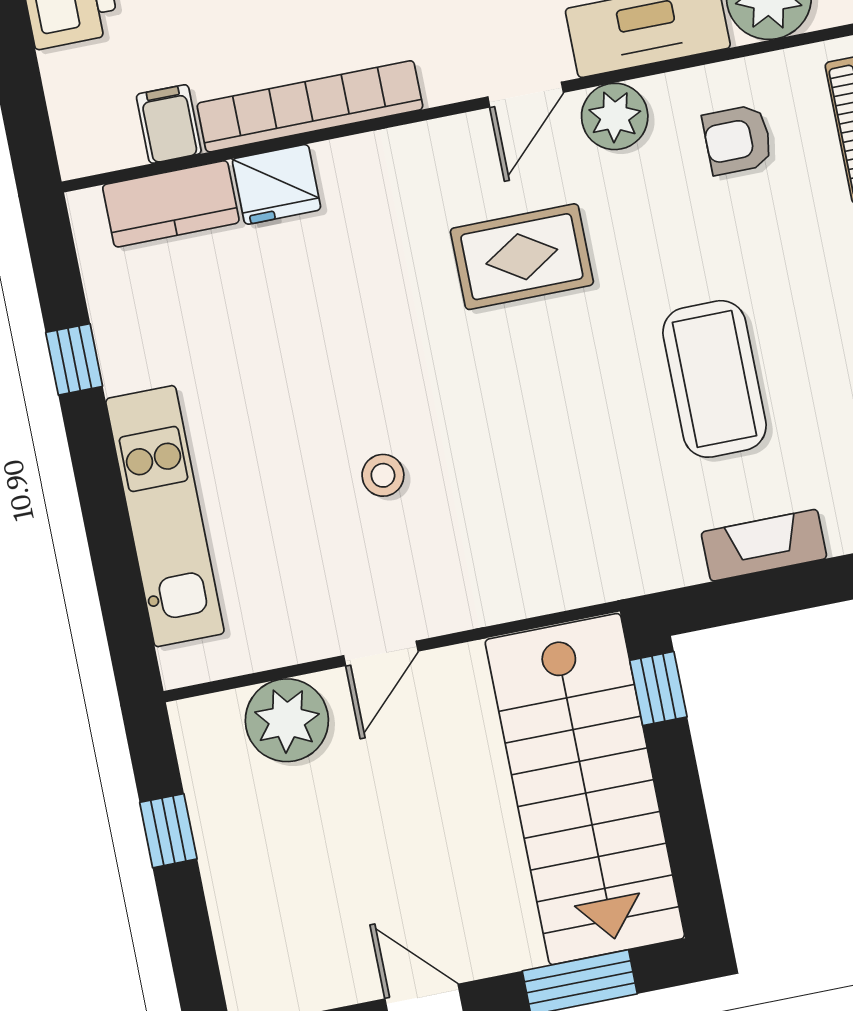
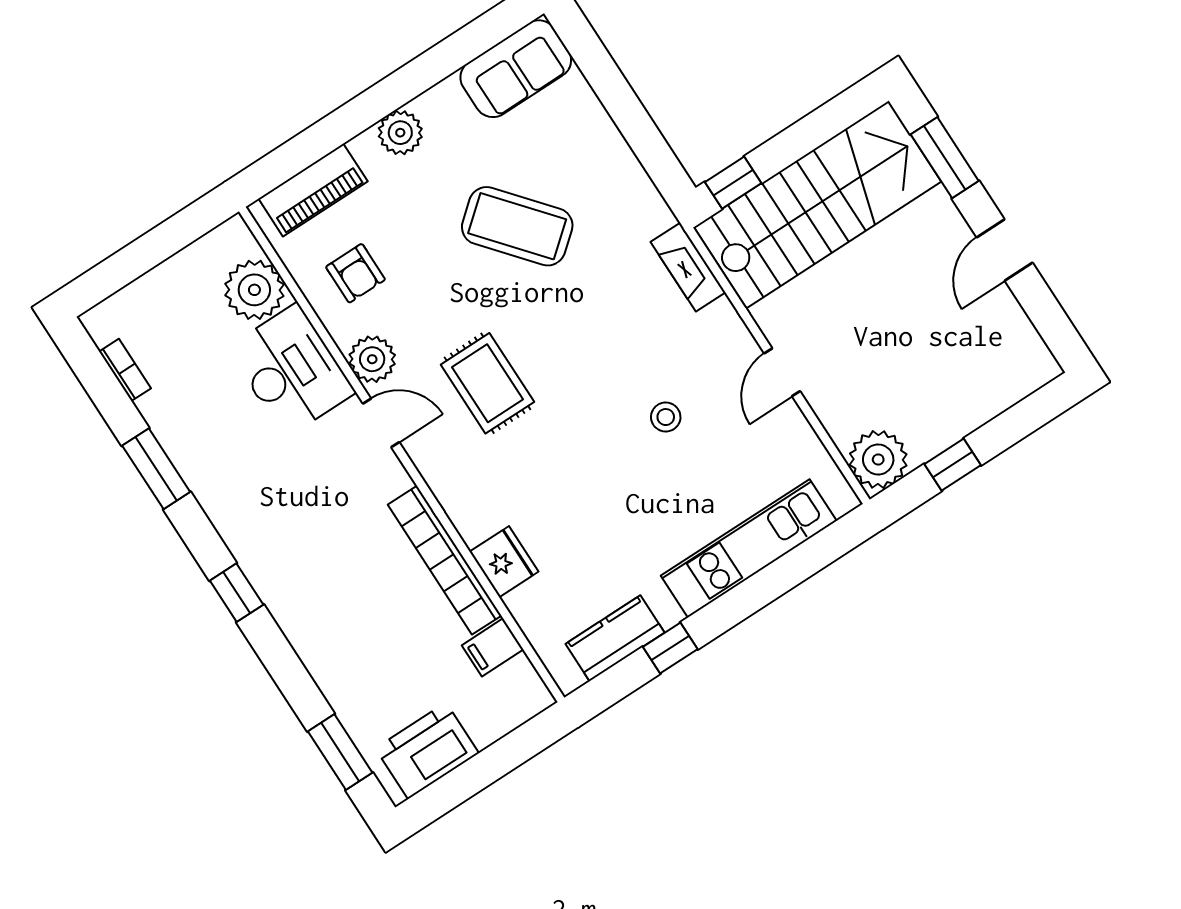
kitchen counter: (171, 204) -> (615, 638), moved, turned -90
coffee table: (714, 379) -> (517, 226), turned 50
fireplace: (764, 545) -> (688, 267), moved
door: (381, 653) -> (782, 372), swing flipped
plant: (287, 720) -> (878, 459), moved

